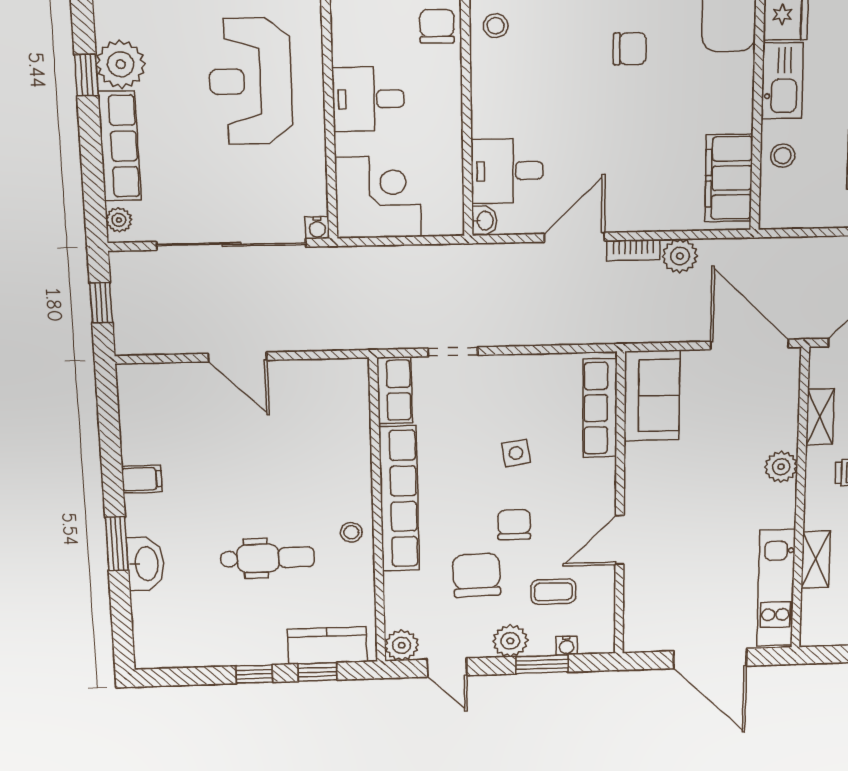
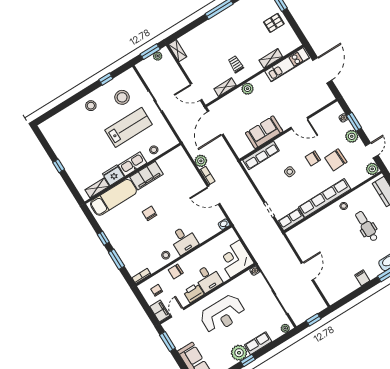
printer: (352, 39) -> (194, 293), added
row of seats: (120, 146) -> (258, 343), width x0.68
desk: (507, 171) -> (184, 240), moved
filing cabinet: (729, 178) -> (147, 176), moved
sofa: (652, 396) -> (264, 132), moved
coffee table: (553, 592) -> (328, 133), removed

